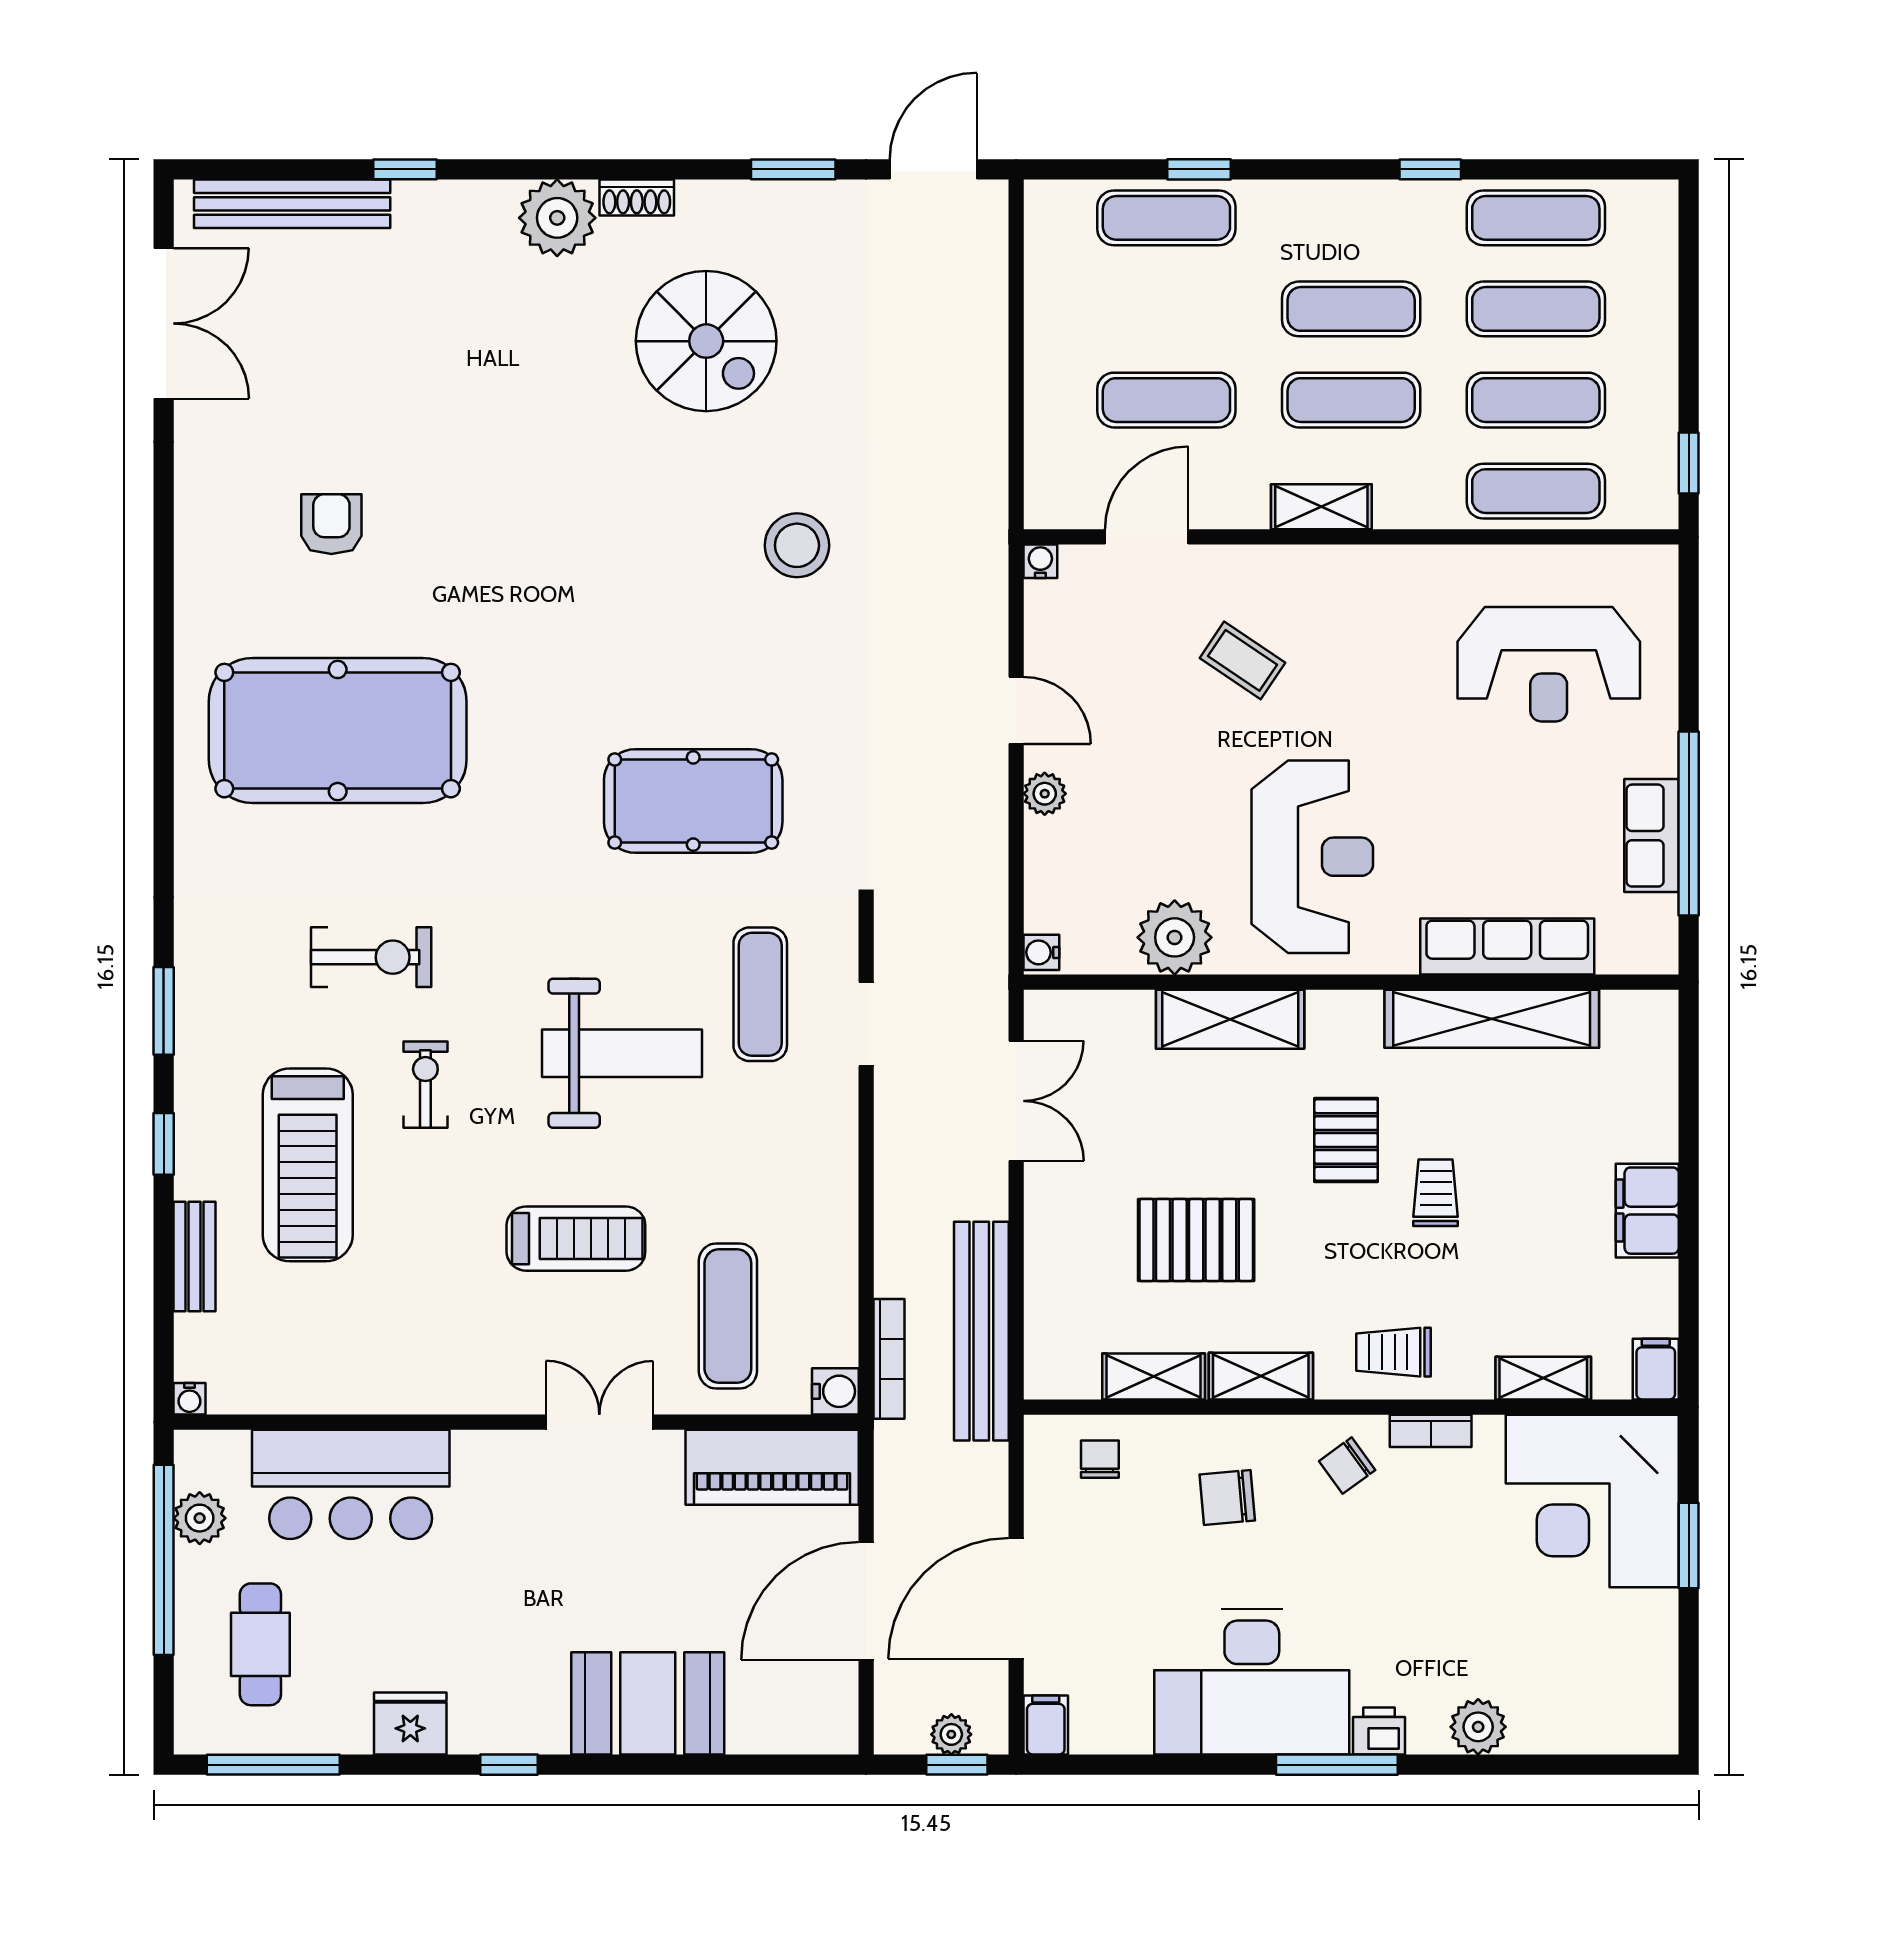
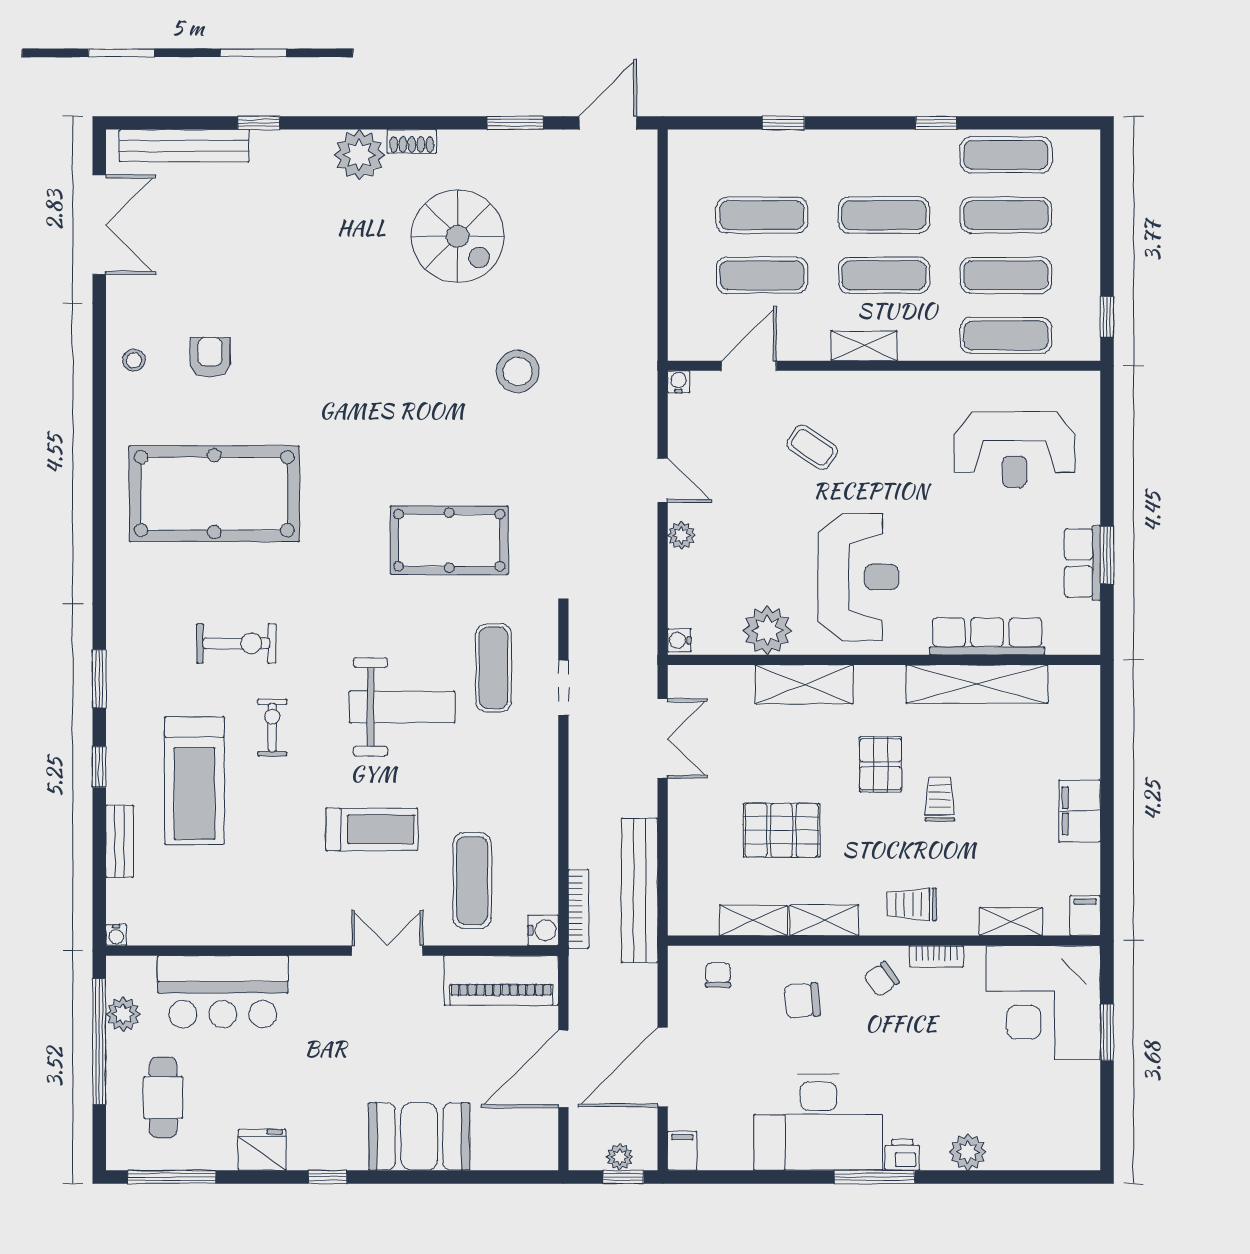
exercise mat: (1166, 218) -> (762, 215), moved
stool: (216, 529) -> (134, 360), added
window: (1689, 824) -> (1107, 555), width x0.47

